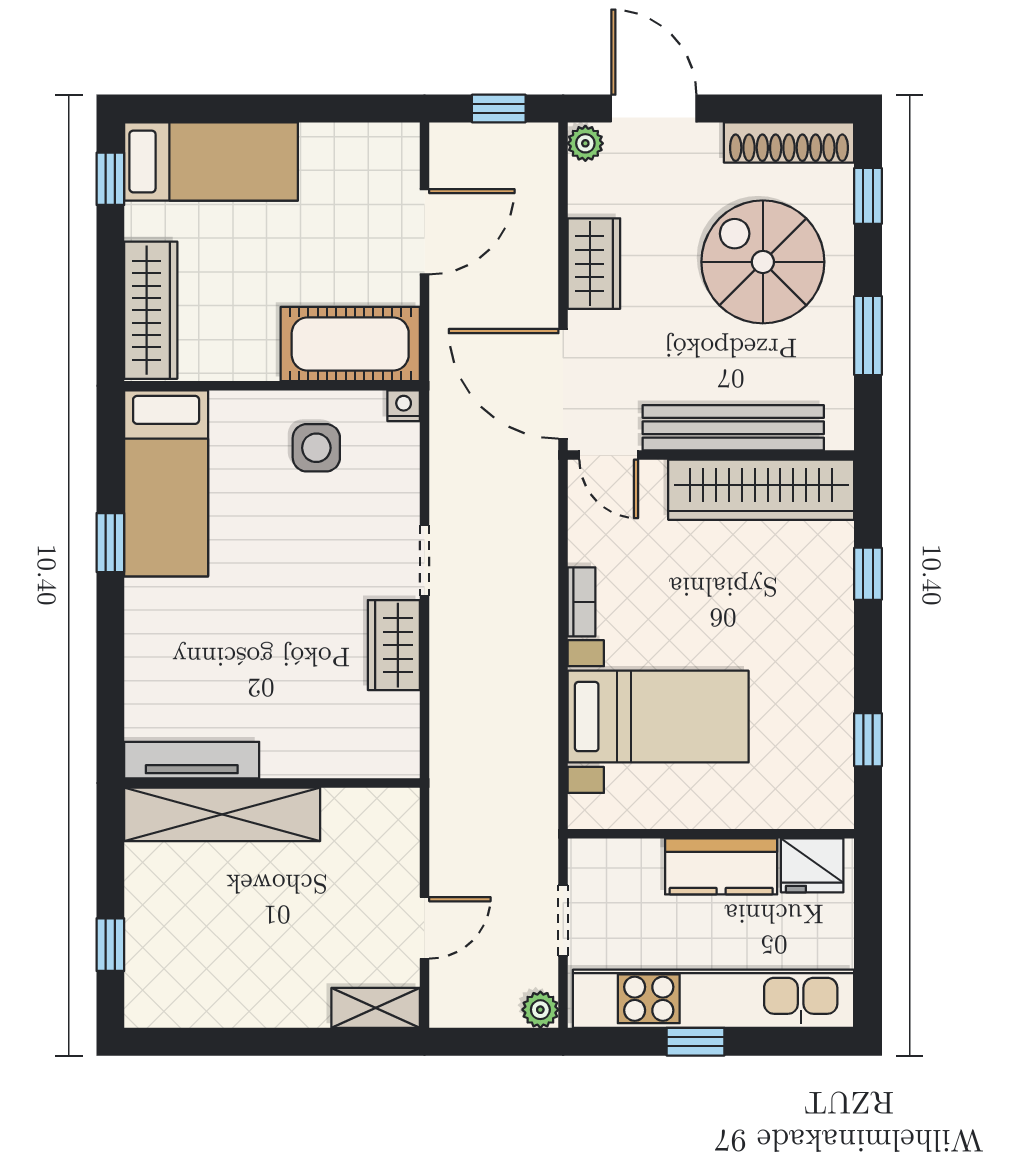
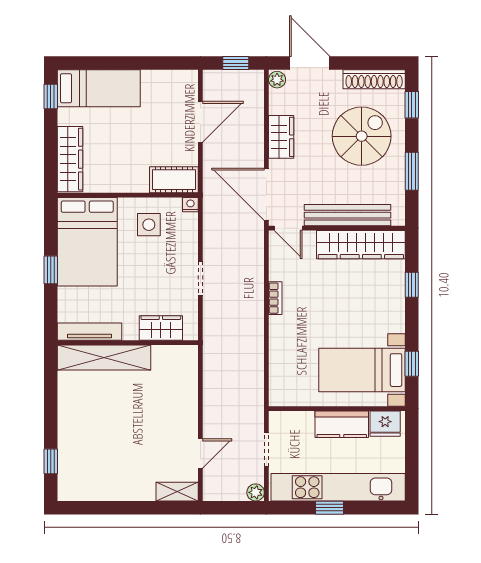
spiral stairs: (763, 262) -> (362, 136), turned 90
cot: (350, 344) -> (174, 180), width x0.73, depth x0.75
bed: (166, 483) -> (87, 242), width x1.50
wardrobe: (394, 645) -> (161, 328), moved, turned 90
bed with nightstands: (658, 717) -> (362, 370), moved, turned 180
tv unit: (192, 760) -> (89, 332), moved
wall: (272, 783) -> (128, 343), moved
shelving: (222, 814) -> (104, 358), moved

